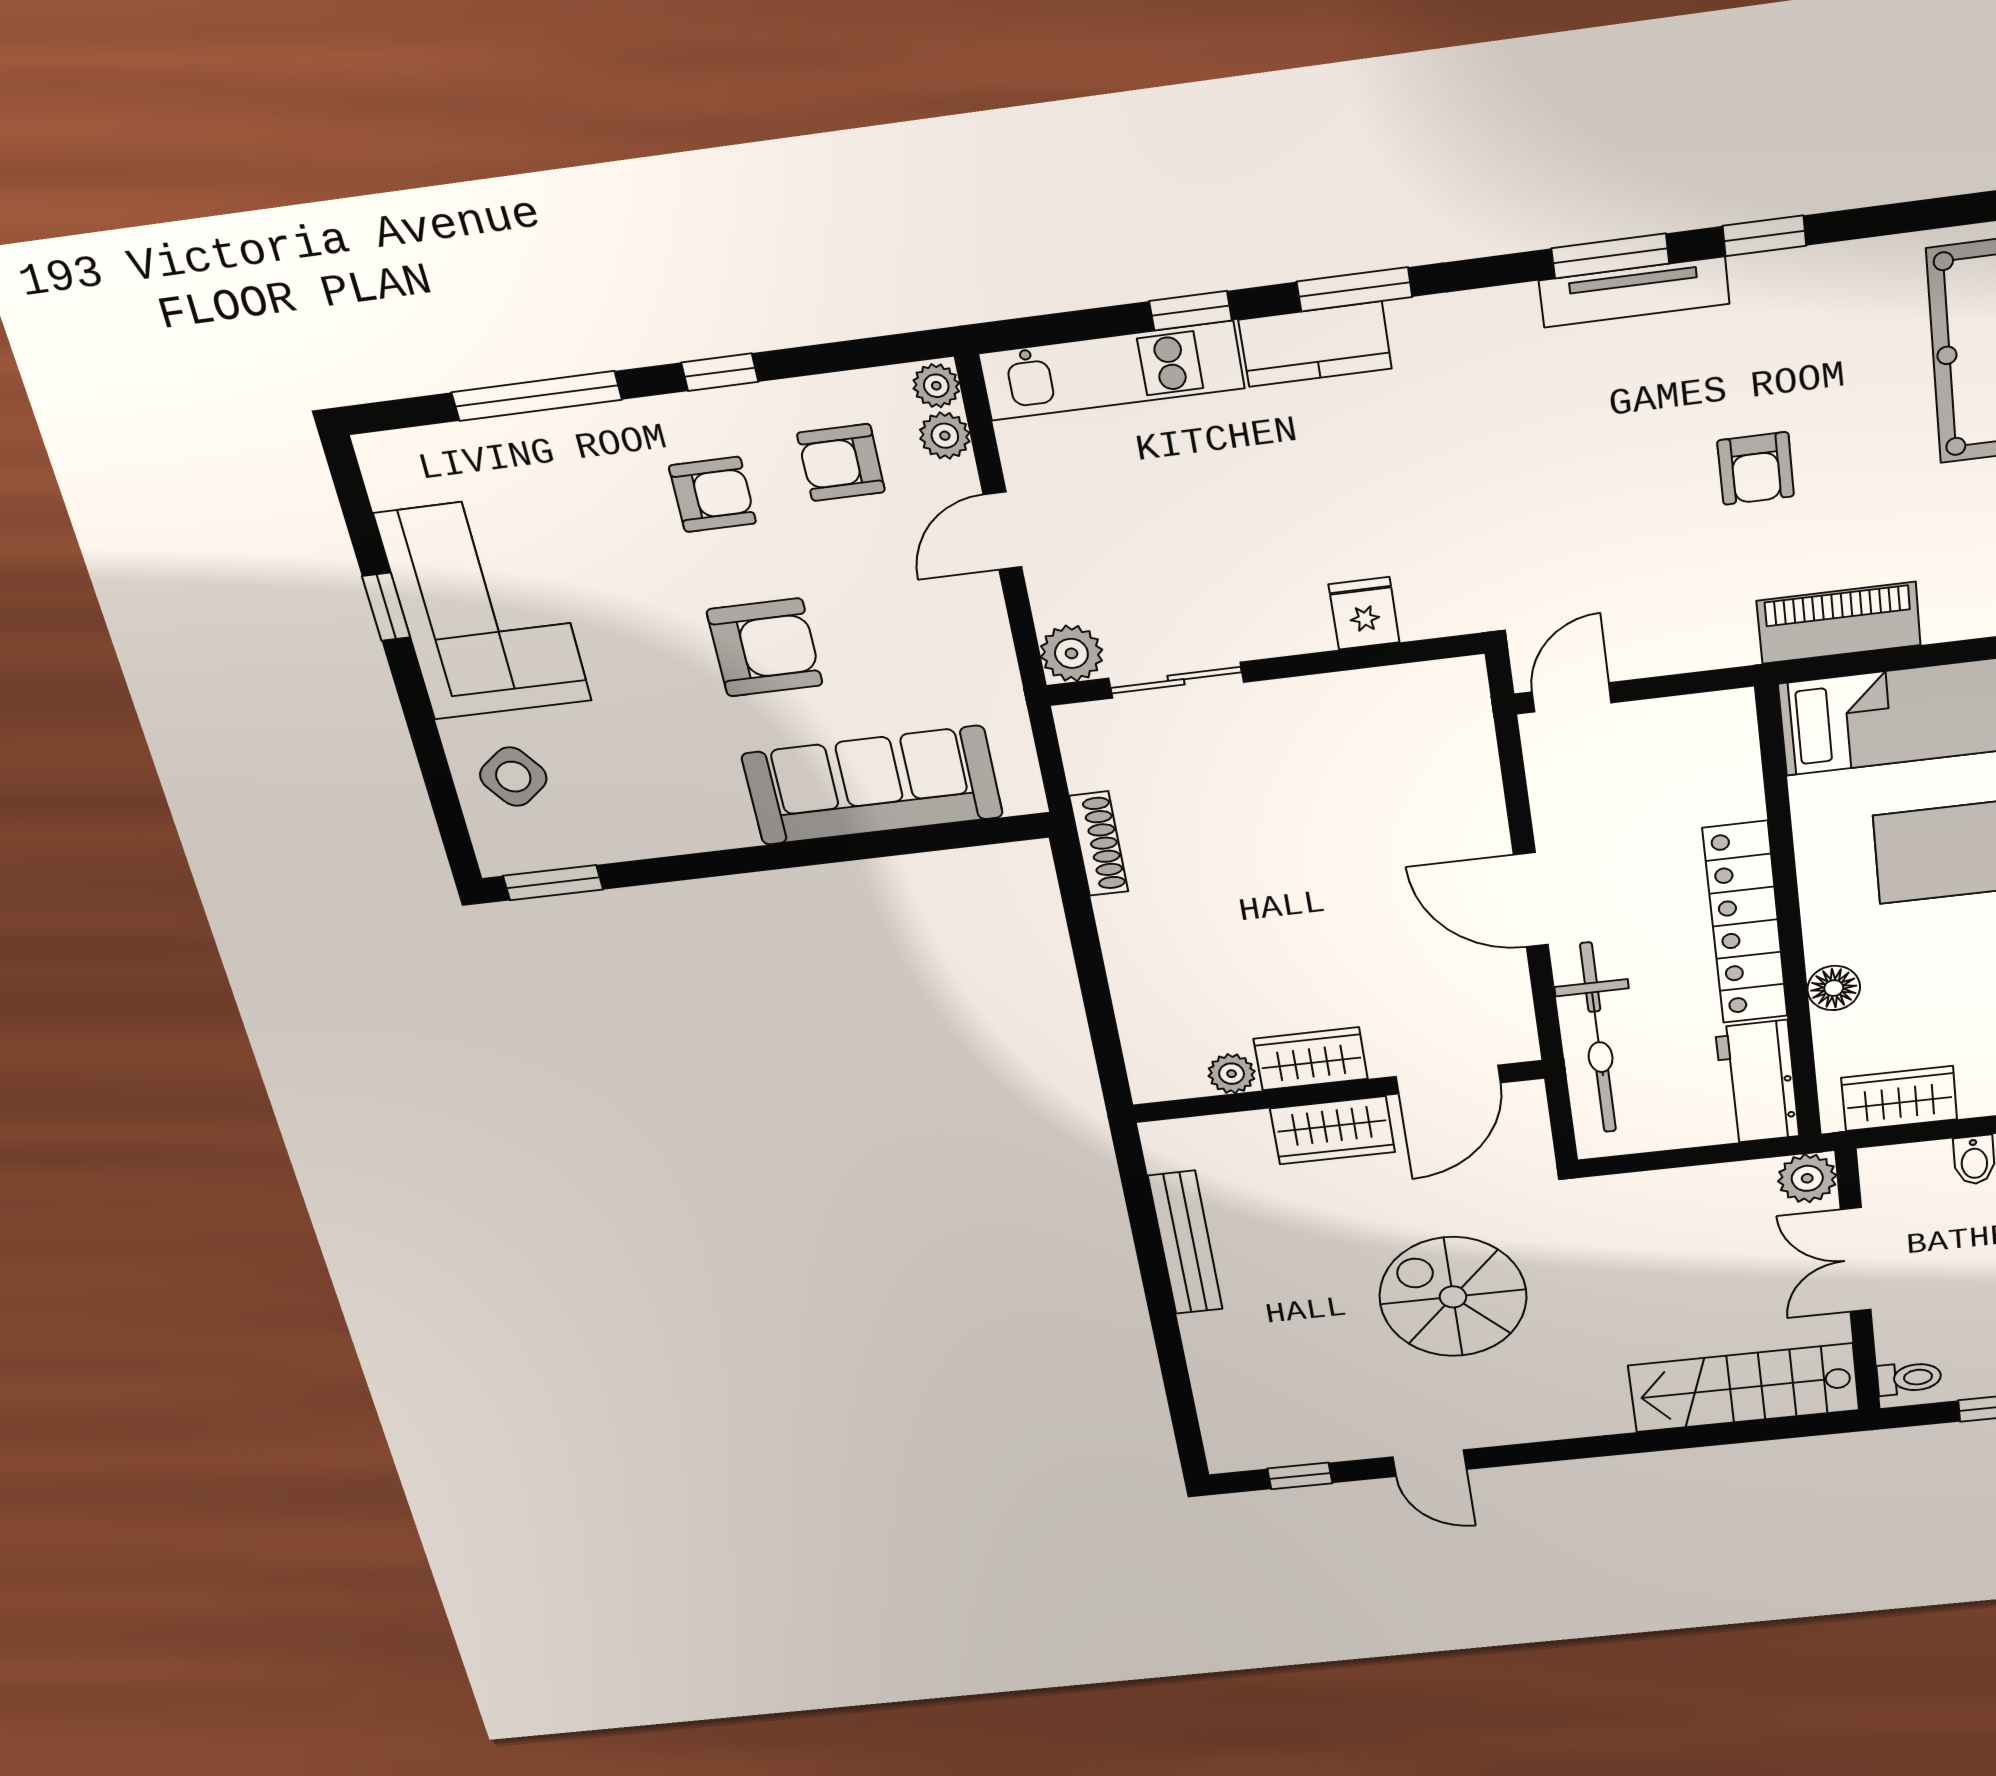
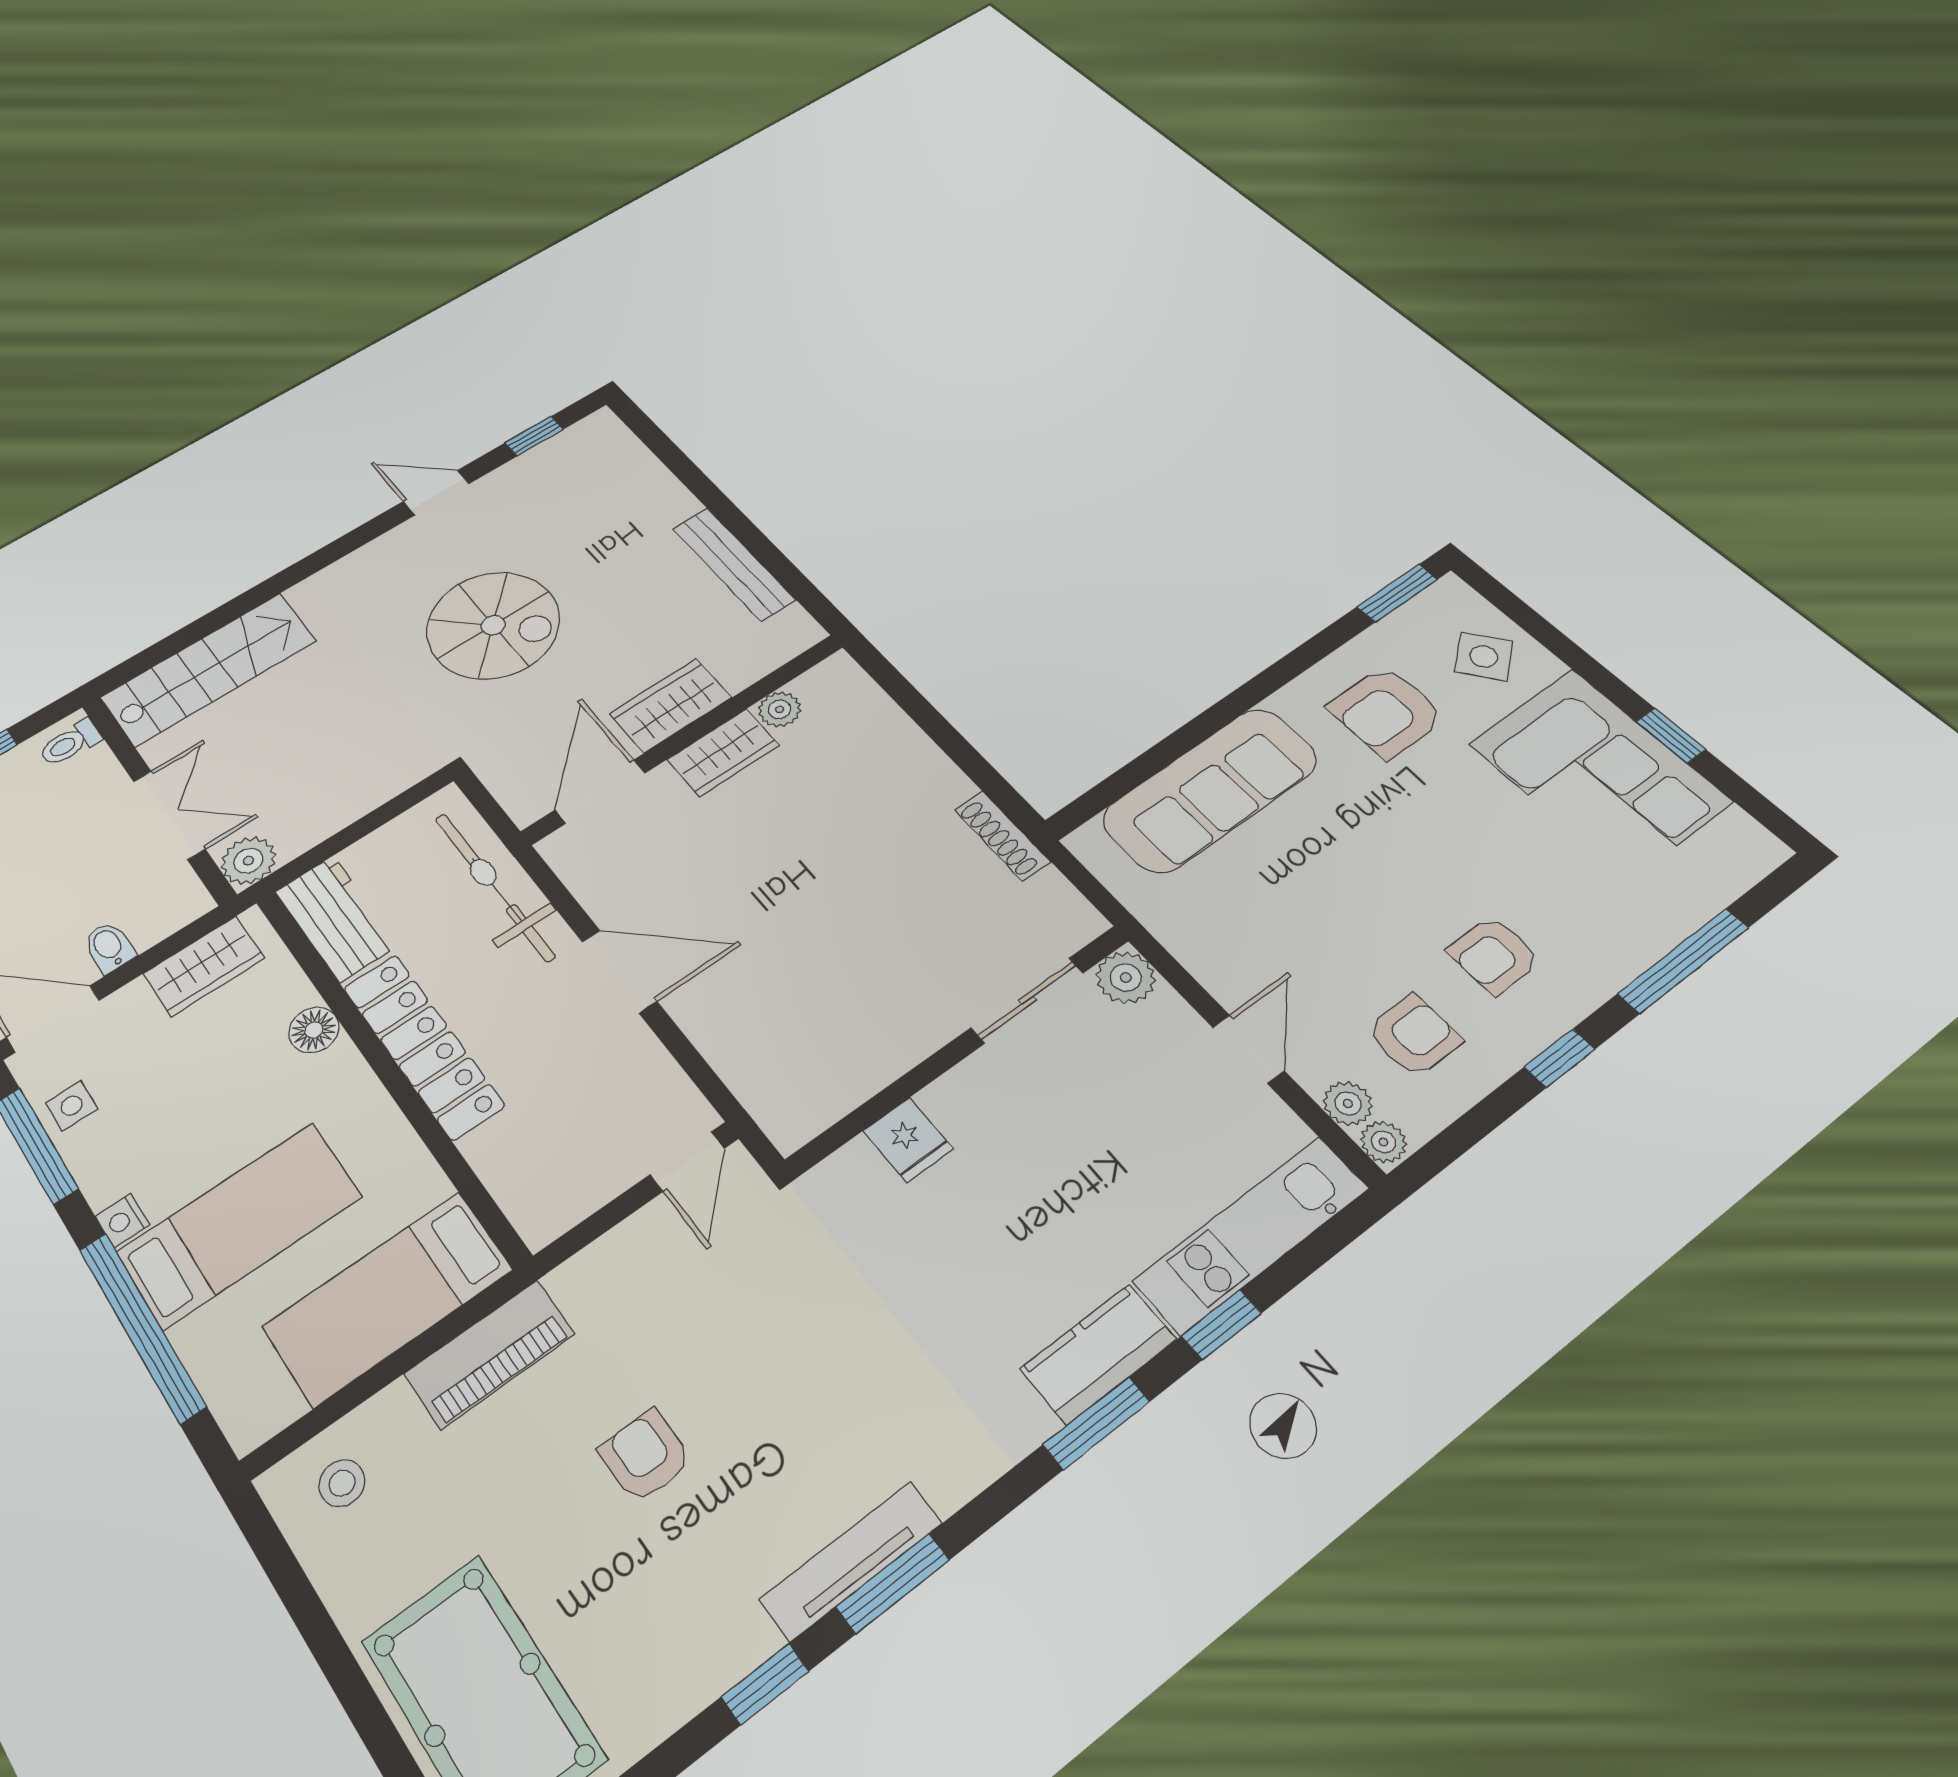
armchair: (765, 648) -> (1387, 712), moved

